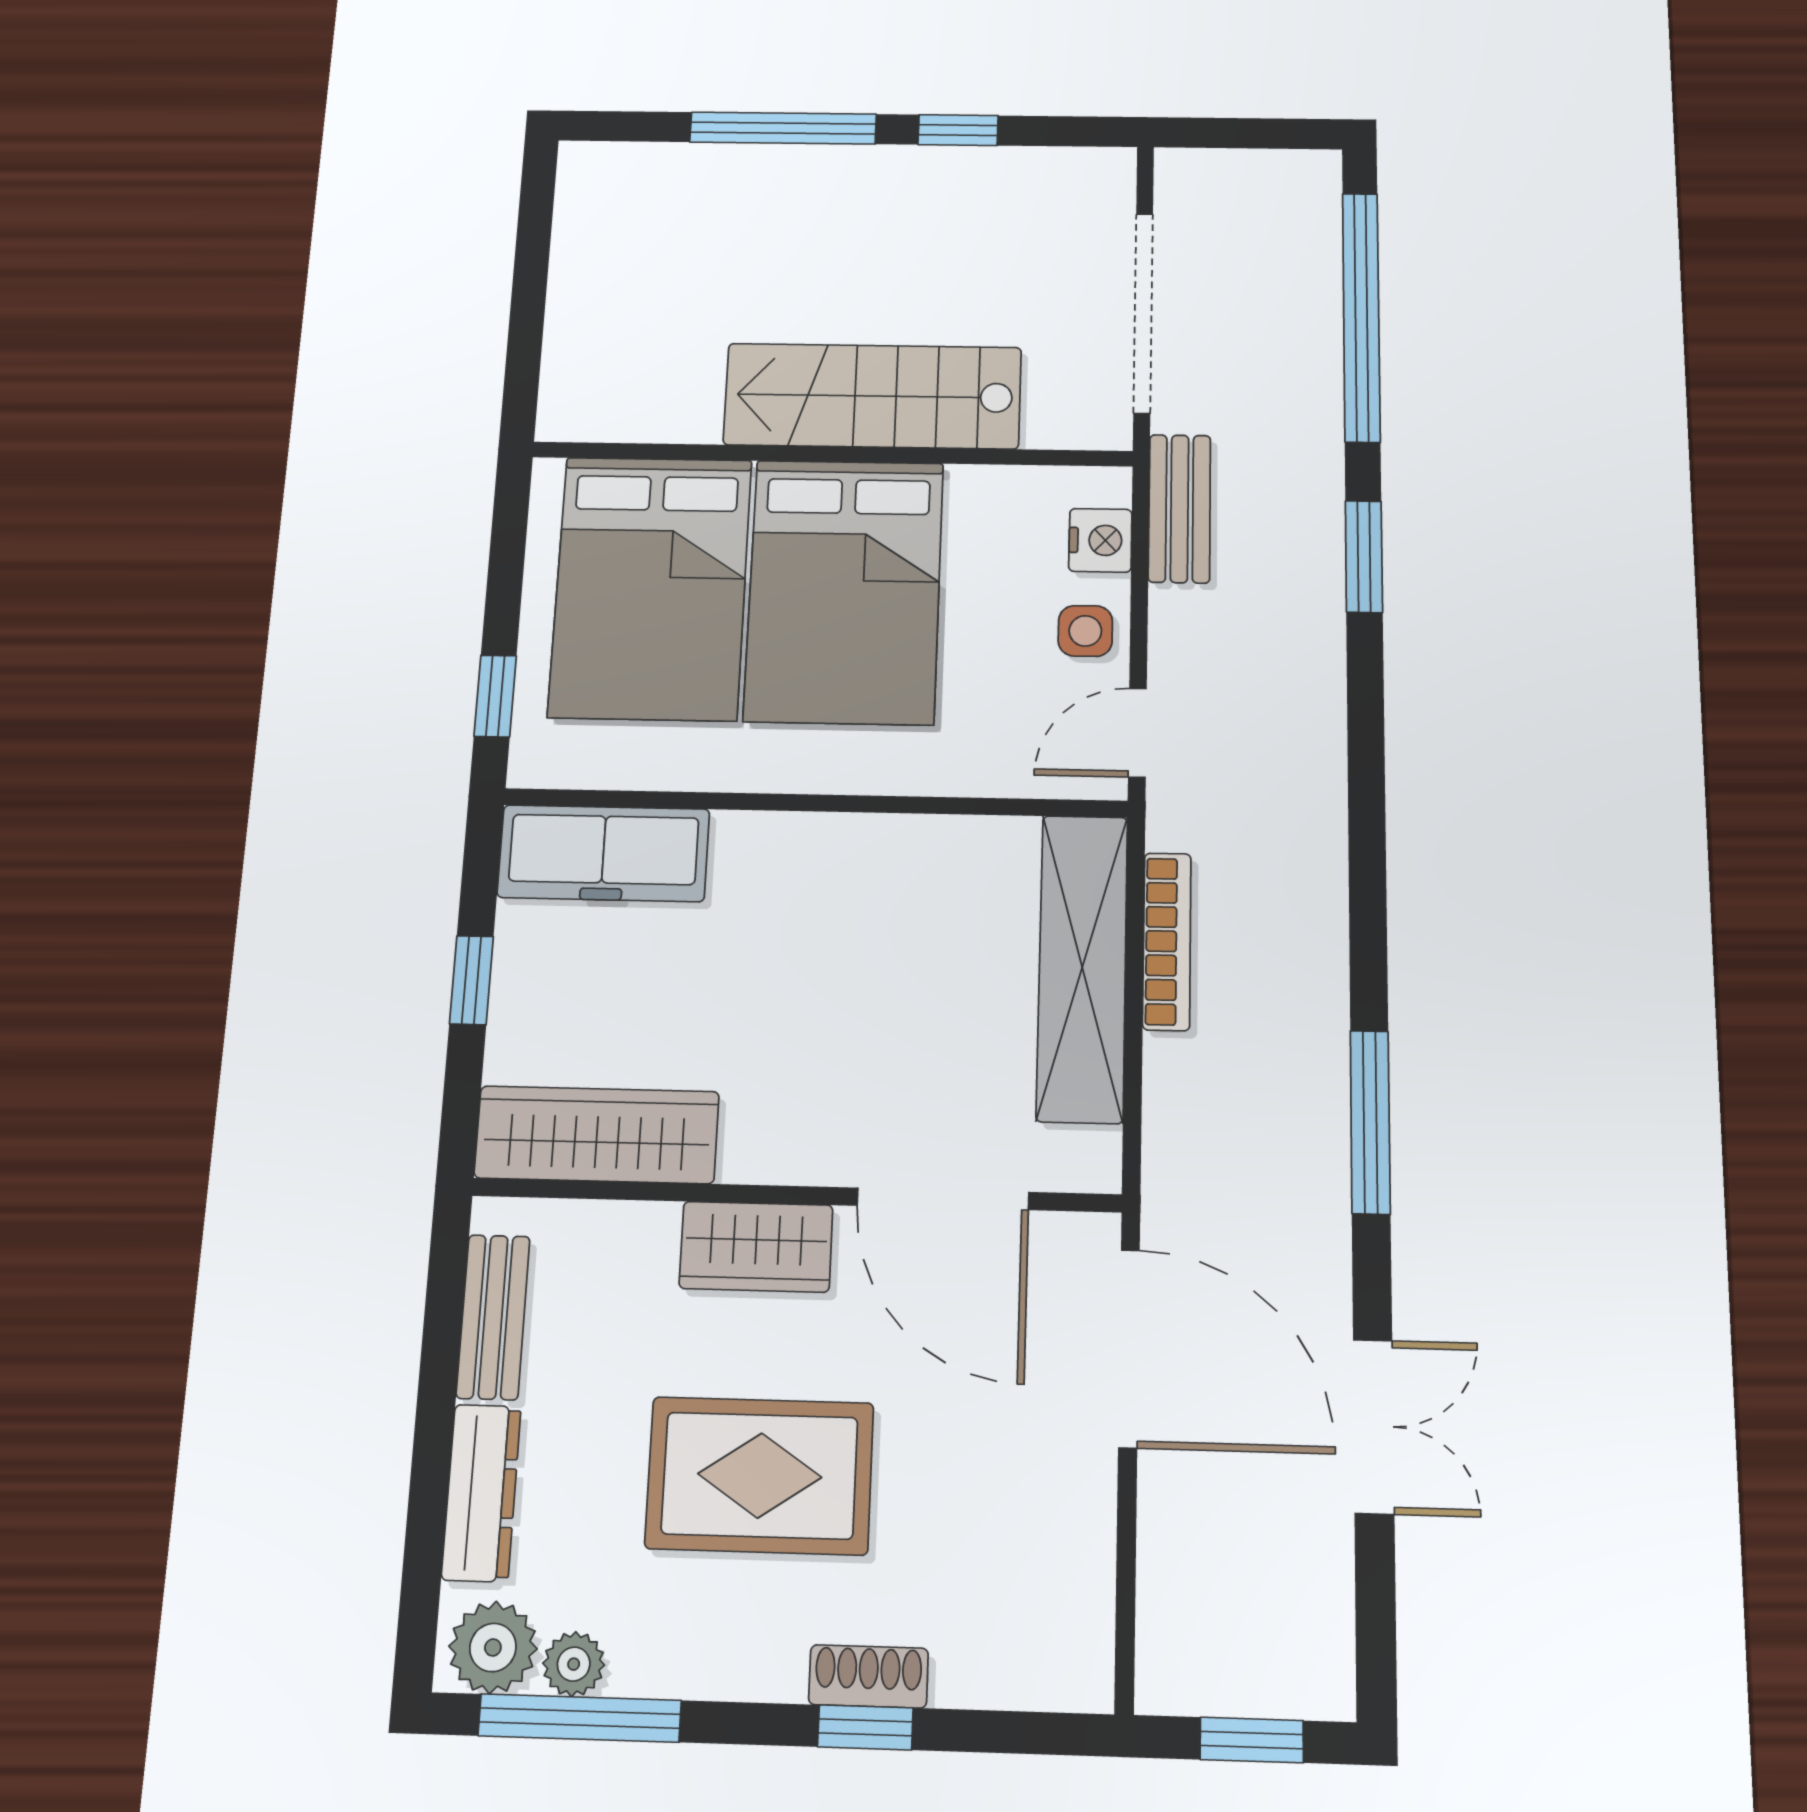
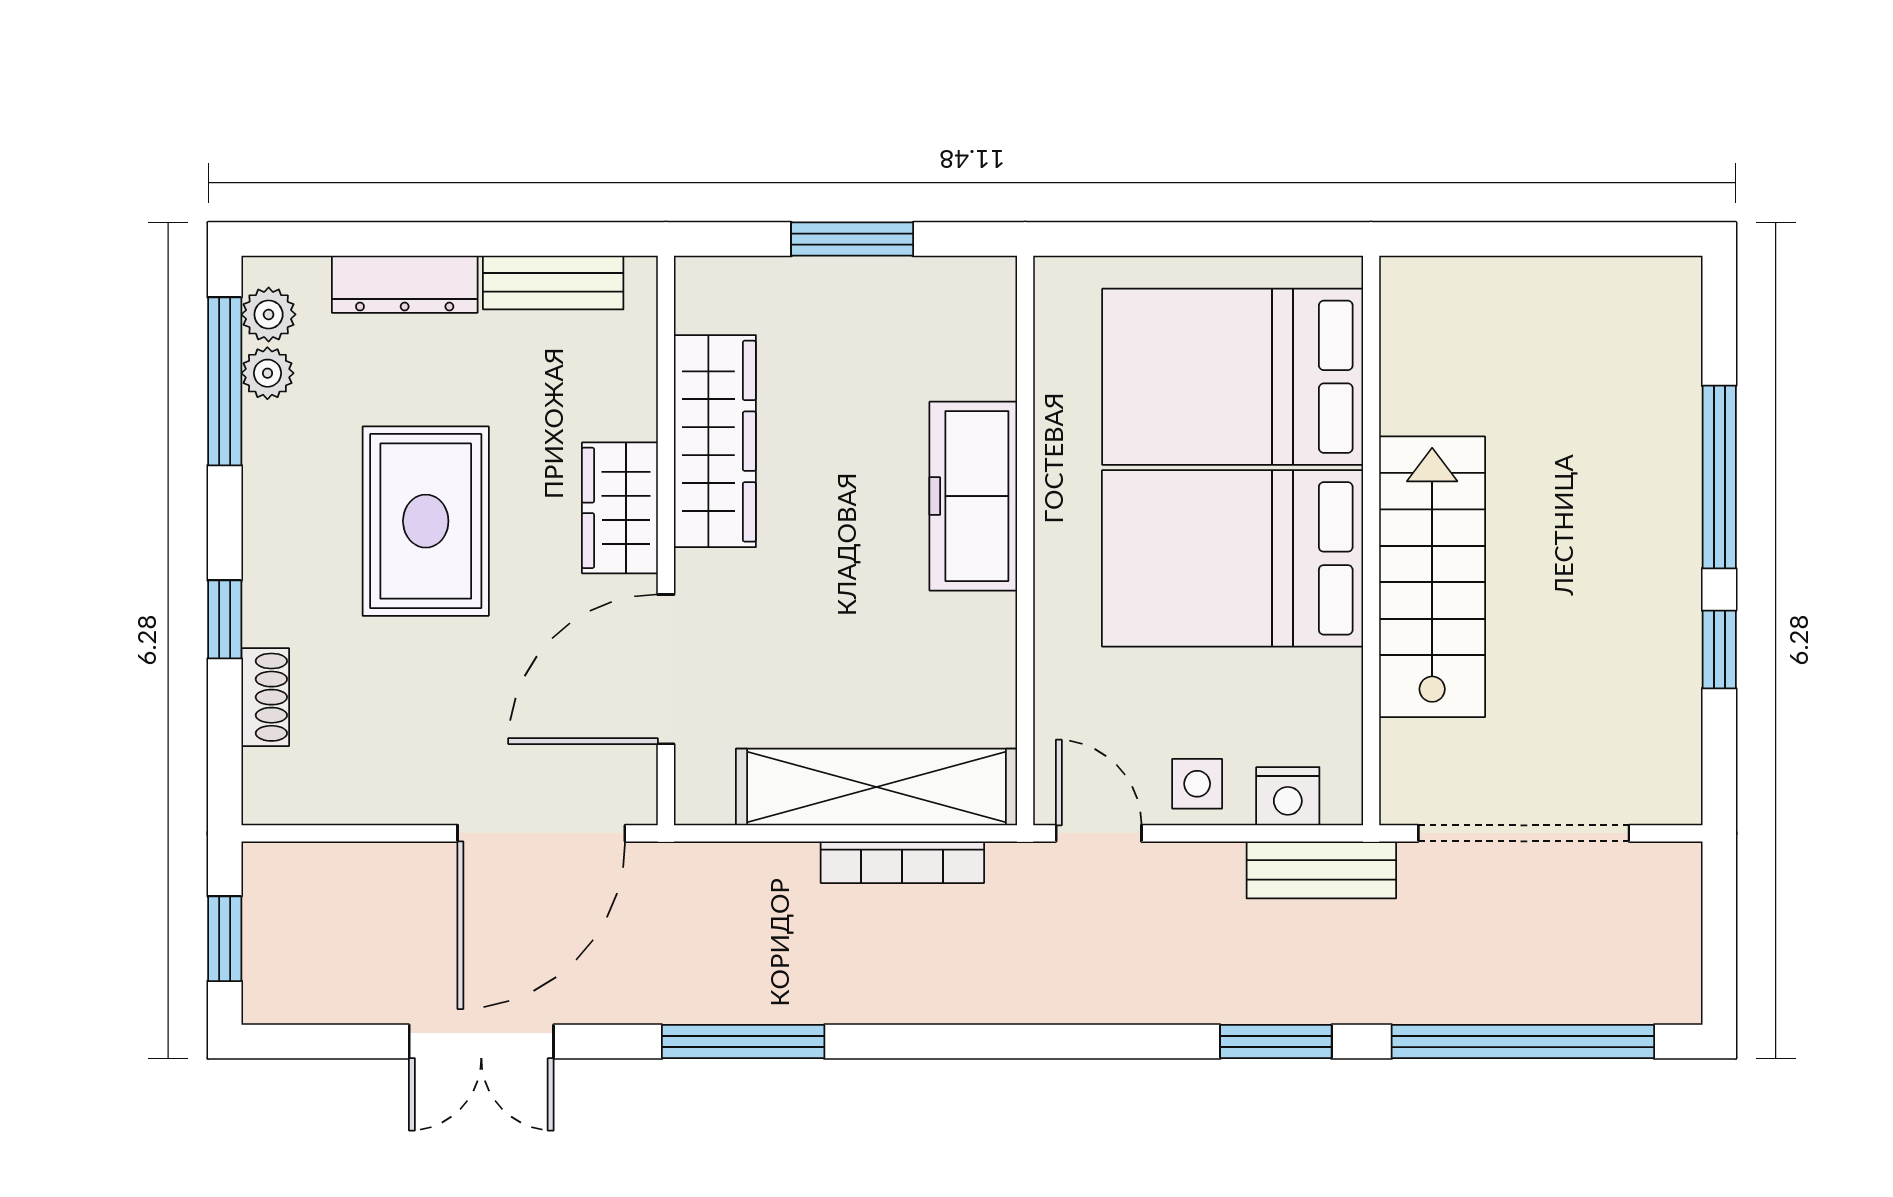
window: (495, 696) -> (1122, 239), removed
freezer: (604, 853) -> (973, 496), moved
window: (471, 980) -> (852, 239), width x1.50
wardrobe: (597, 1135) -> (715, 441), moved
plant: (493, 1648) -> (269, 314), width x0.73, depth x0.73
shoe rack: (868, 1676) -> (265, 697), moved

